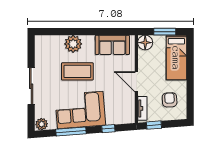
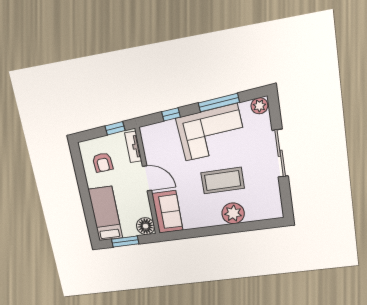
sofa: (112, 45) -> (167, 212), moved, turned 90

